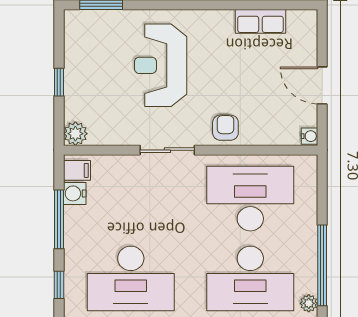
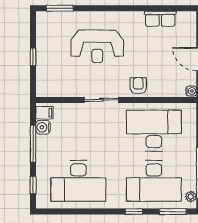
reception desk: (161, 65) -> (97, 46), turned -90
plant: (75, 134) -> (43, 89), removed

